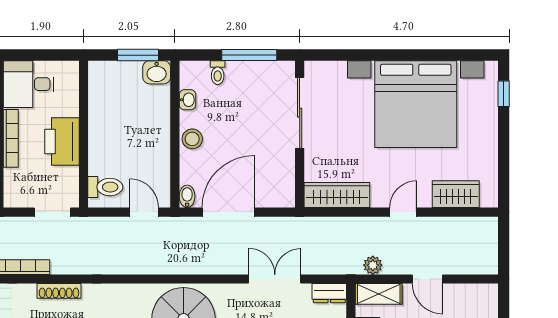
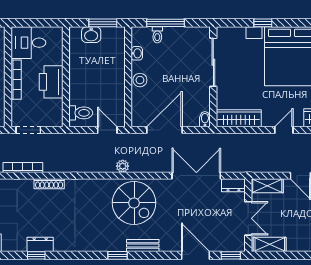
window: (249, 55) -> (165, 23), moved
window: (372, 55) -> (263, 23), added
washbasin: (157, 72) -> (91, 35), moved
bidet: (187, 196) -> (205, 119), moved
doorway: (52, 212) -> (28, 130), moved
plant: (373, 265) -> (123, 166), moved
double door: (275, 279) -> (196, 176), width x1.37

